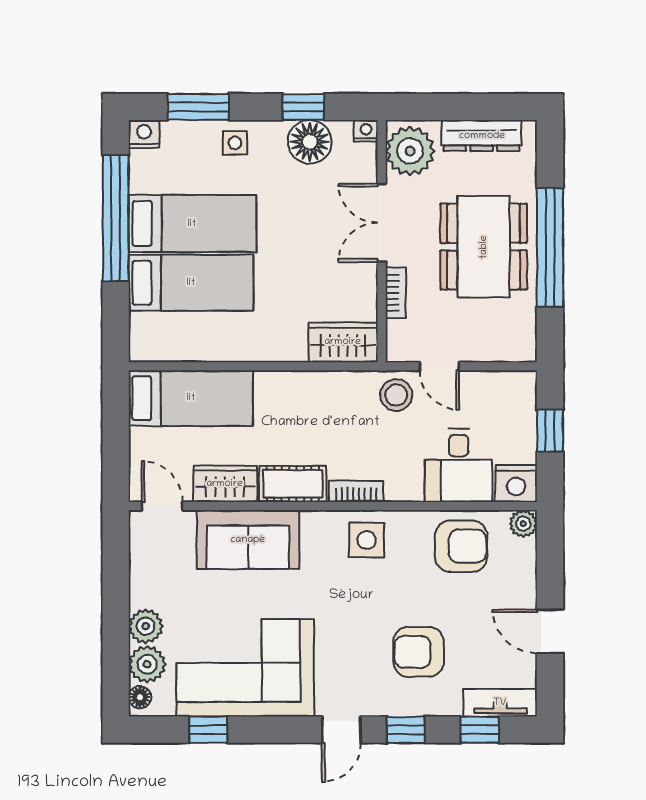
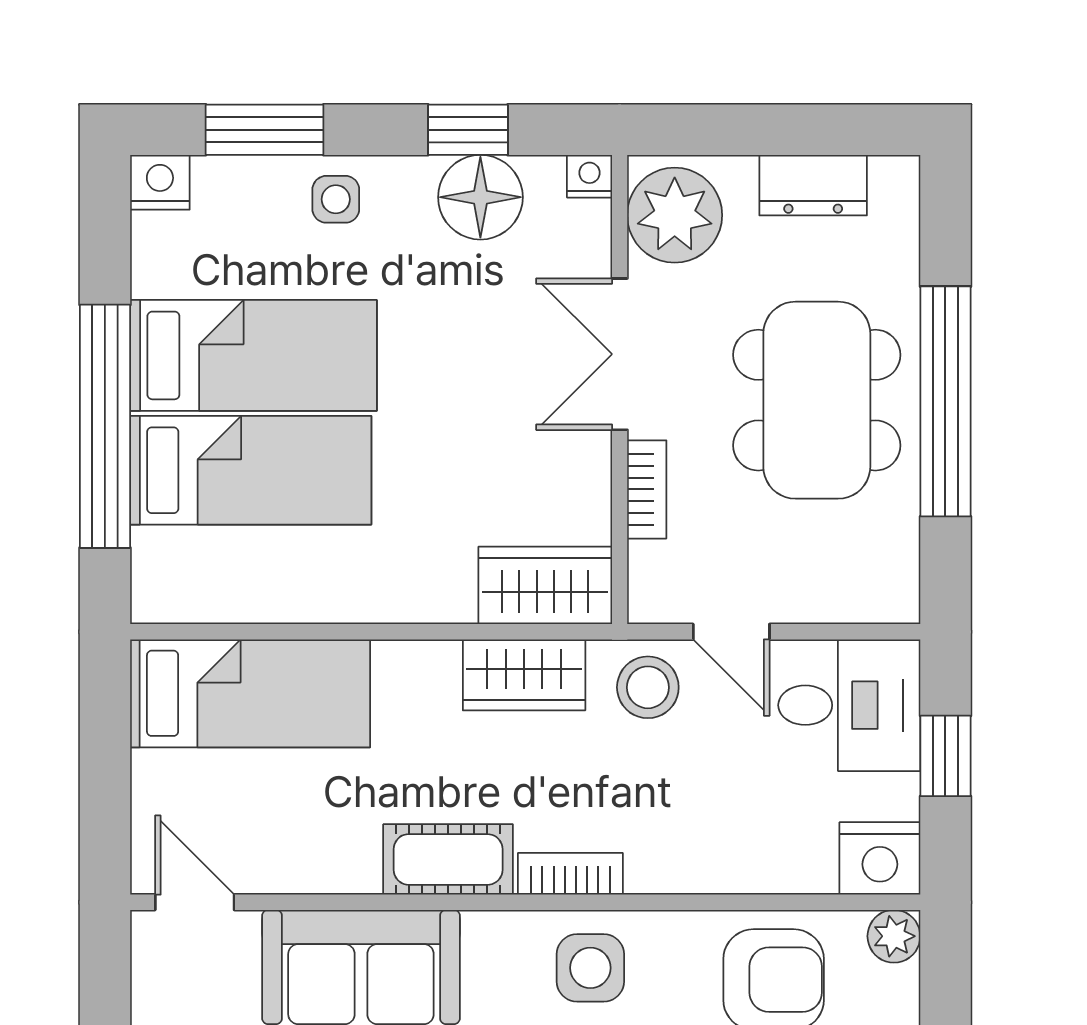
dresser: (482, 136) -> (813, 185), width x0.70
window: (116, 218) -> (105, 426), moved
desk: (459, 465) -> (849, 705), moved, turned -90
wardrobe: (225, 484) -> (524, 675), moved, turned 180

